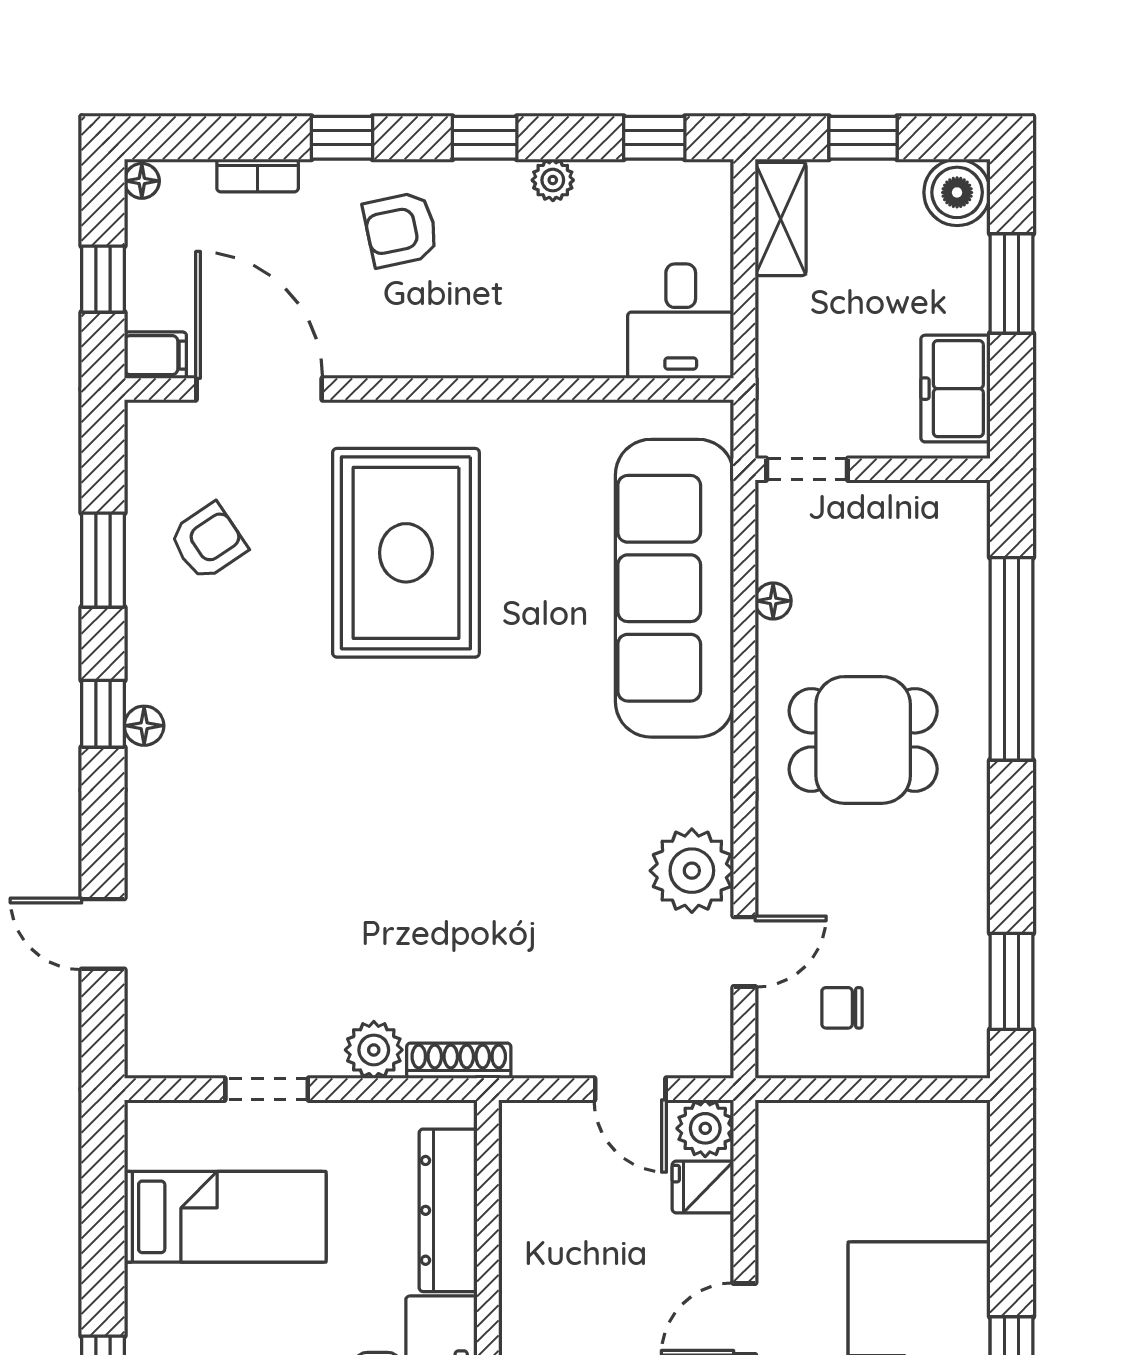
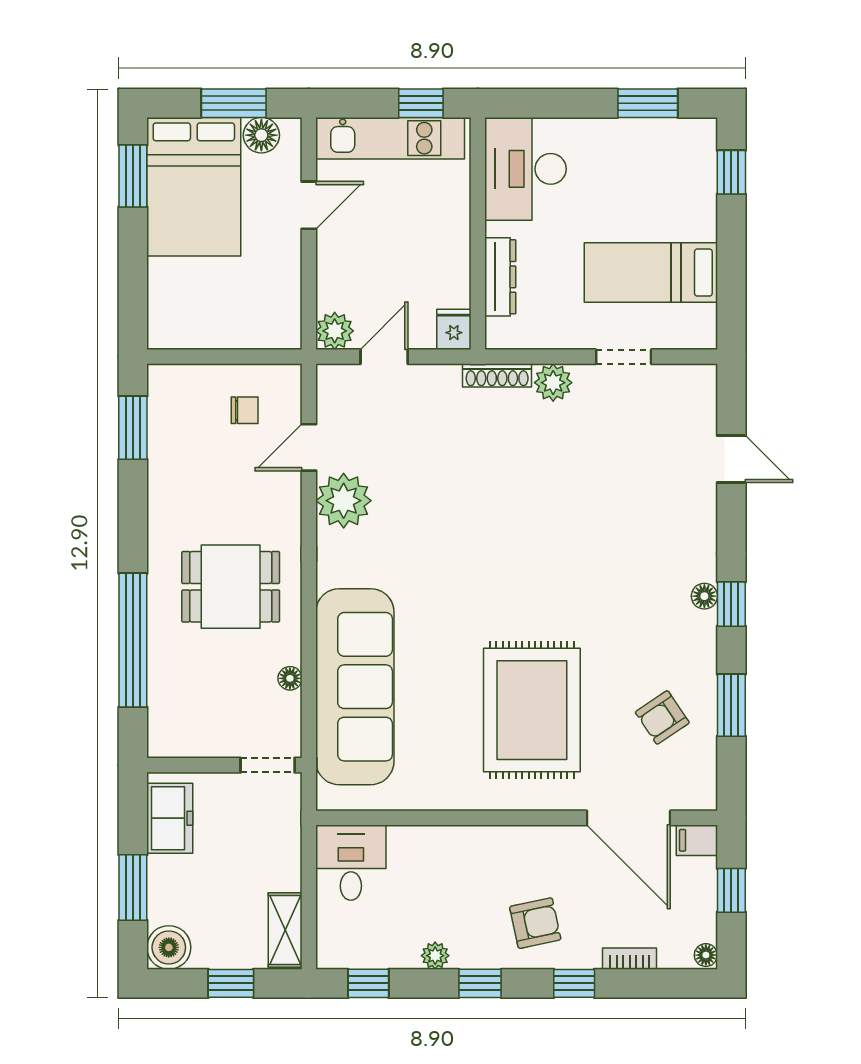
door: (630, 1089) -> (384, 357), hinge flipped
fridge: (703, 1187) -> (454, 329), moved, turned -90
dresser: (448, 1210) -> (500, 277), width x0.73, depth x0.80

